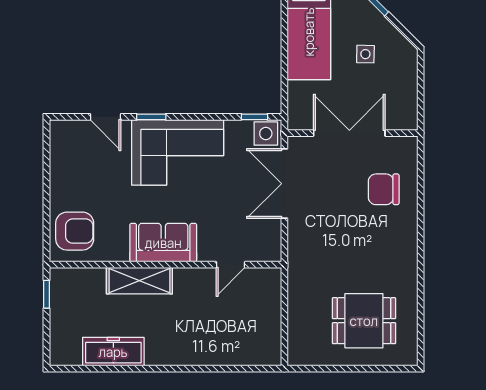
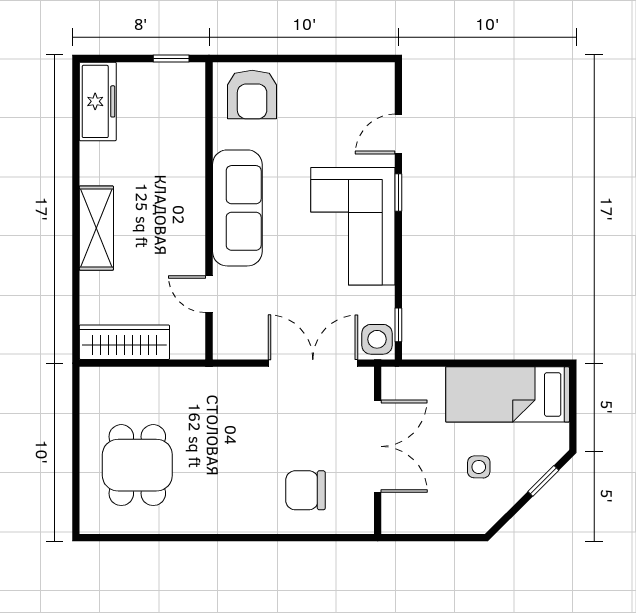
chair: (384, 189) -> (306, 490), turned -90
sofa: (163, 243) -> (237, 208), width x1.36
shelving: (139, 281) -> (96, 228), moved
wardrobe: (268, 331) -> (124, 342), added
freezer: (113, 352) -> (98, 101), moved

